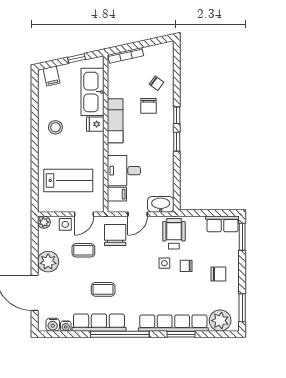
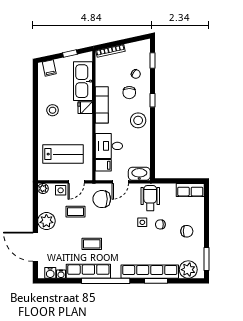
stool: (159, 140) -> (138, 120), added
window: (177, 142) -> (153, 61), moved
chair: (115, 235) -> (102, 199), turned -90
window: (242, 237) -> (206, 201), removed

